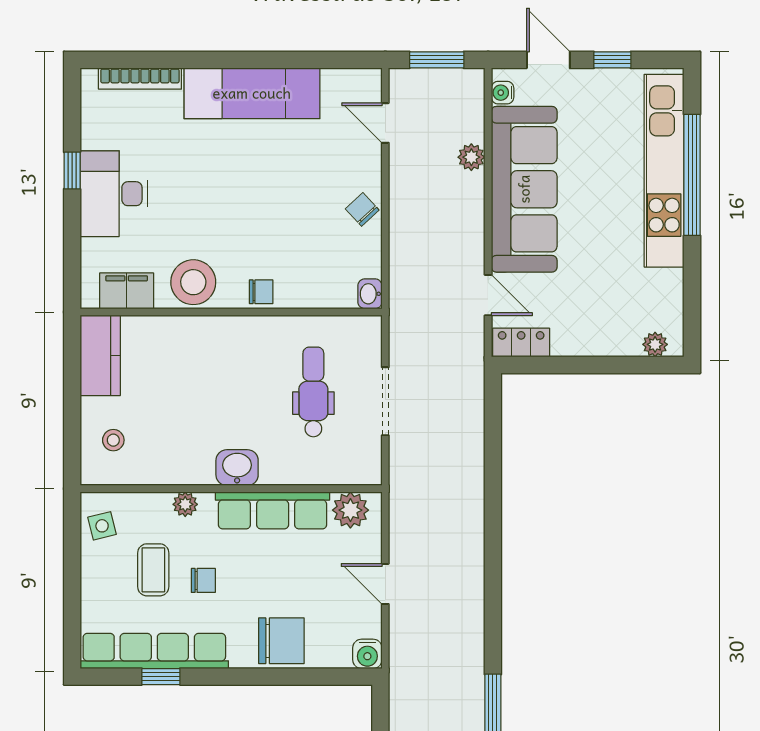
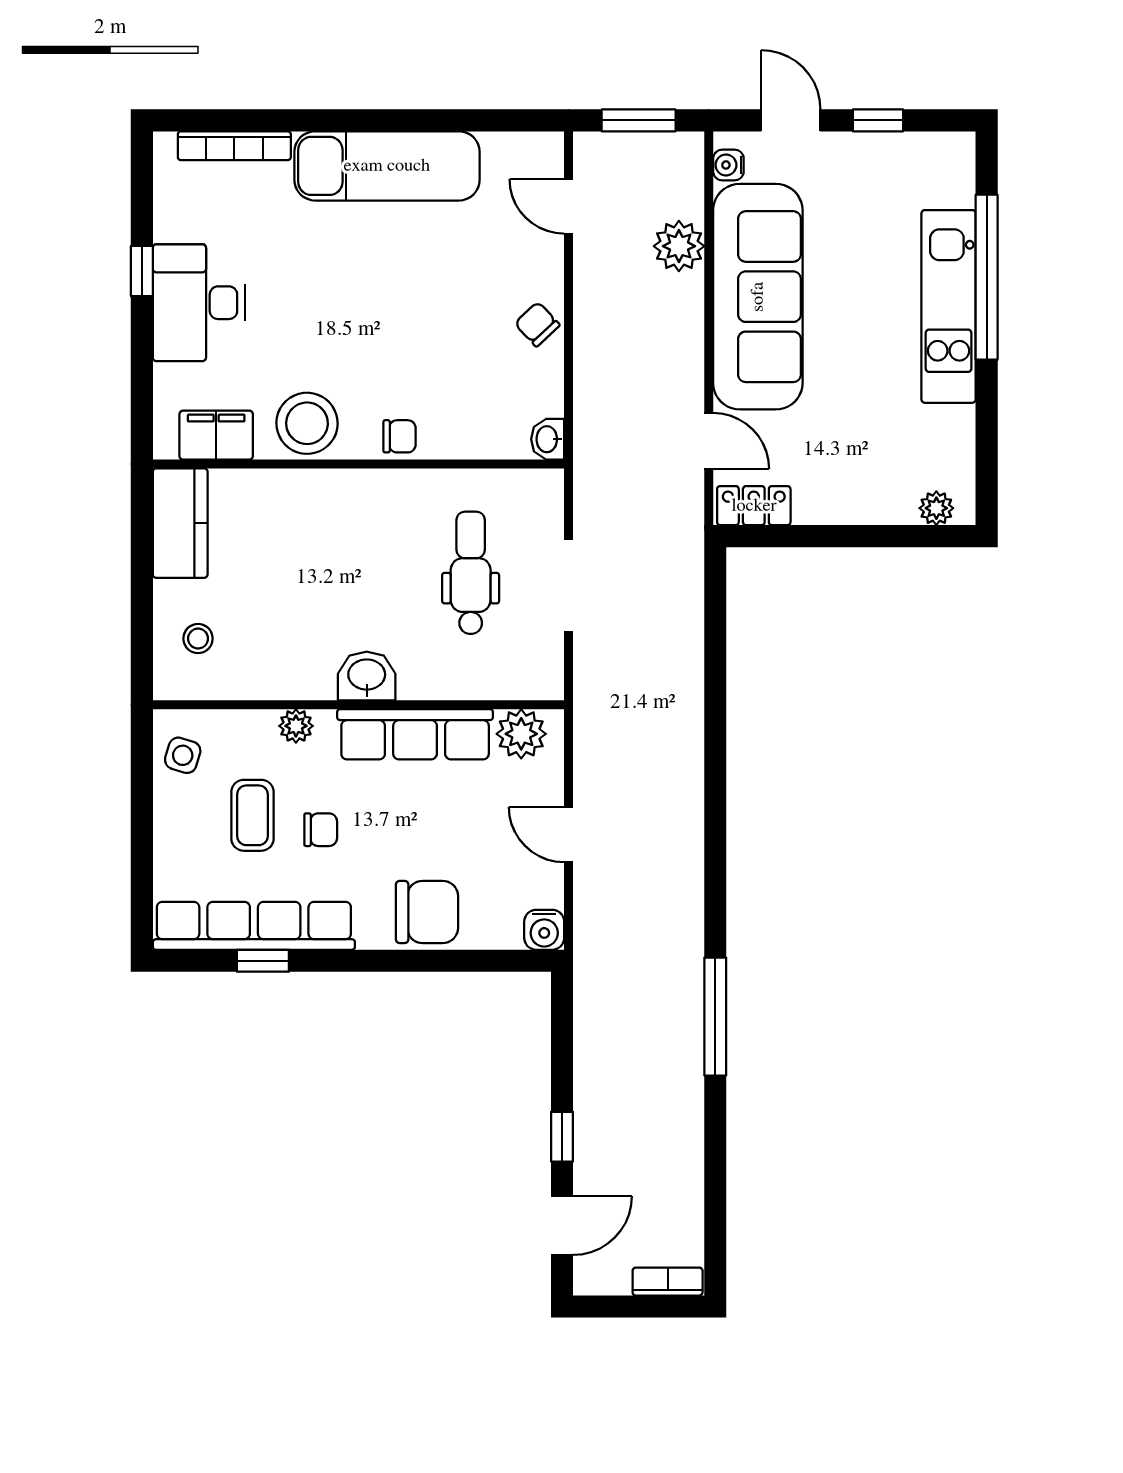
plant: (471, 157) -> (679, 246), width x1.38, depth x1.38
kitchen unit: (664, 171) -> (949, 306), width x0.73
side table: (102, 526) -> (183, 755), turned 31

